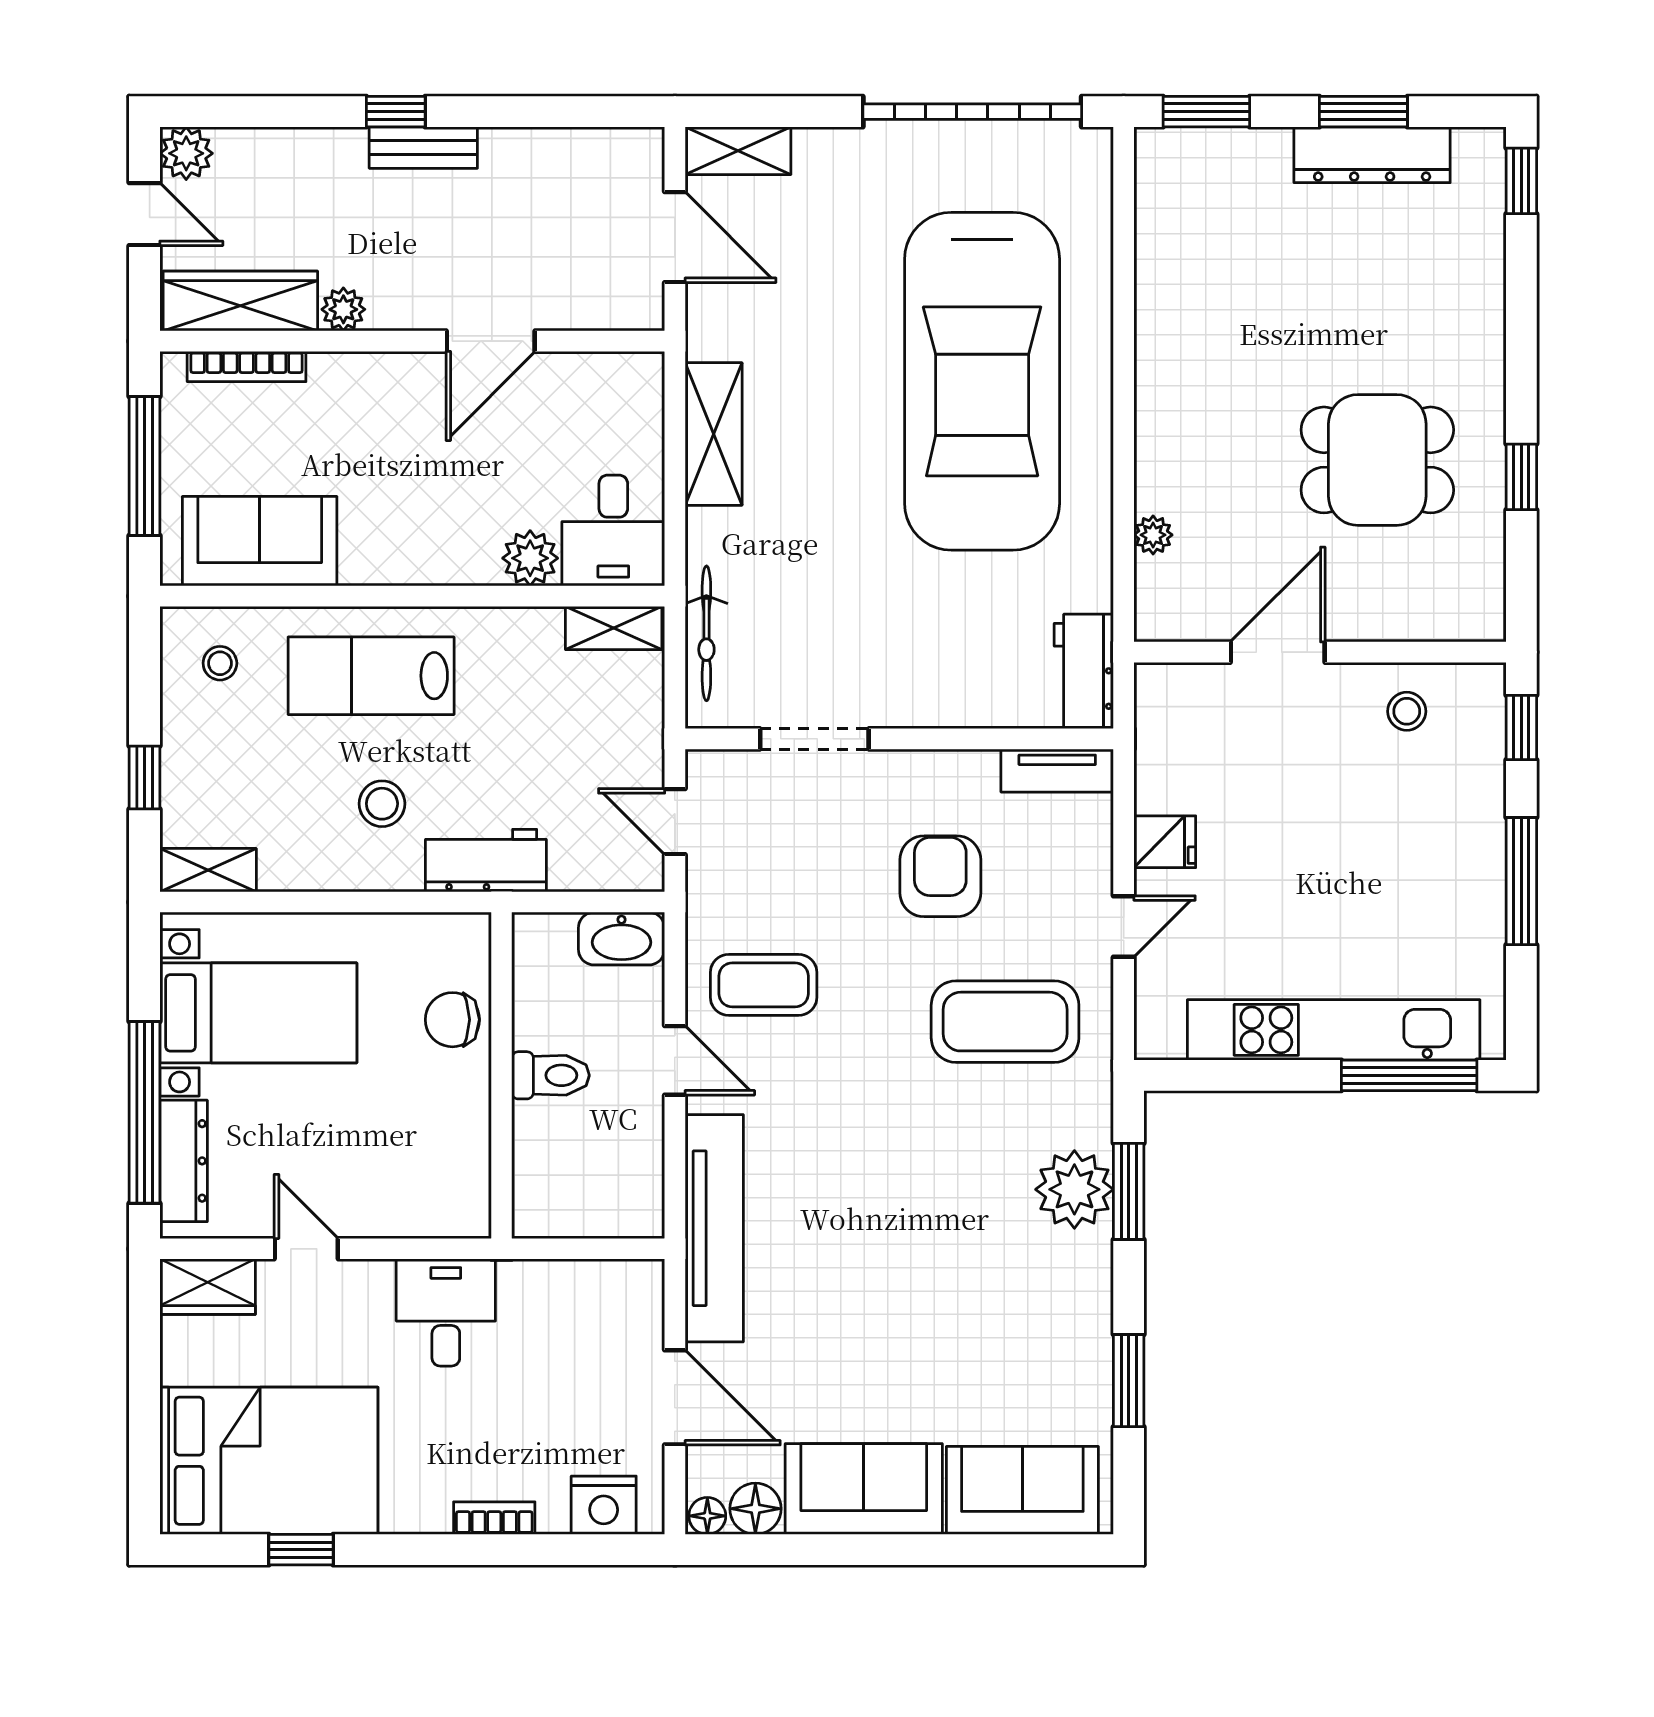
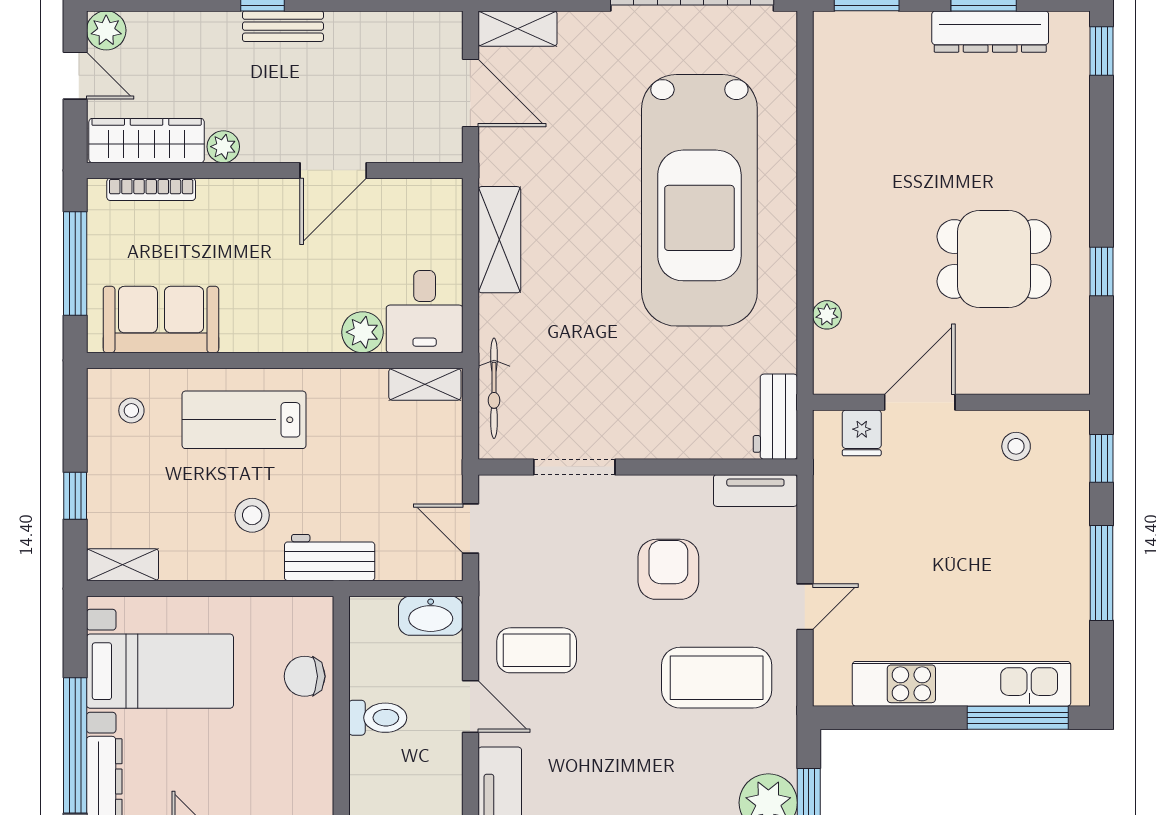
fridge: (1165, 842) -> (862, 433), moved, turned 90

